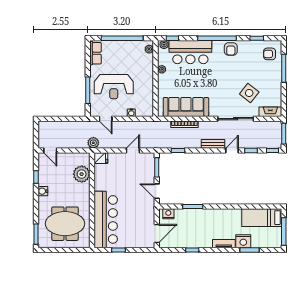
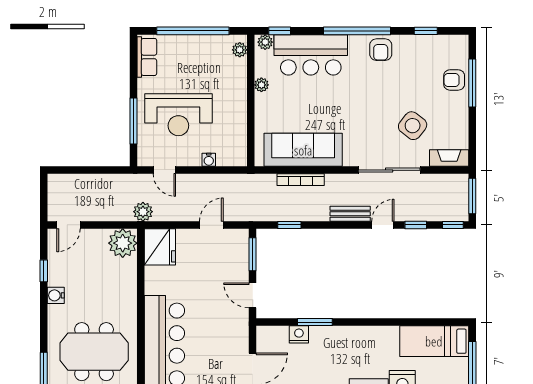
armchair: (270, 54) -> (454, 80), moved
door: (50, 150) -> (68, 225), hinge flipped
fridge: (101, 158) -> (160, 247), width x1.88, depth x1.34
plant: (82, 174) -> (123, 243), moved
nightstand: (168, 214) -> (299, 334), moved

